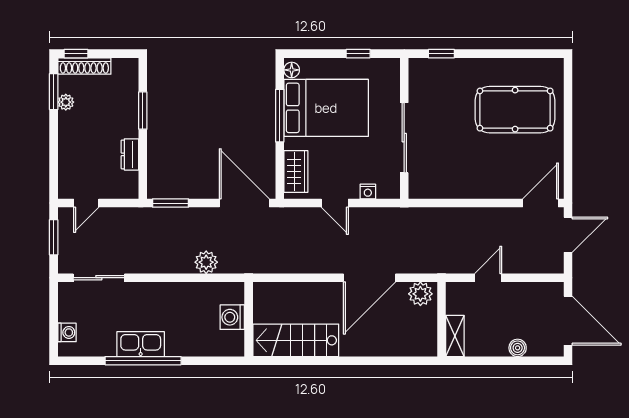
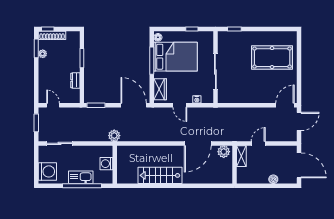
door: (86, 203) -> (53, 105), swing flipped
washing machine: (232, 317) -> (106, 164), moved
wall: (249, 319) -> (115, 165), moved
washing machine: (67, 332) -> (47, 171), width x1.89, depth x1.89
shelving: (455, 336) -> (241, 156), moved

